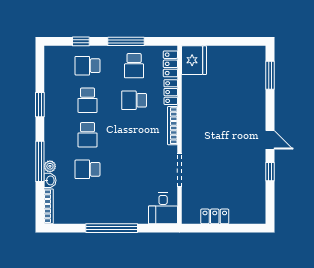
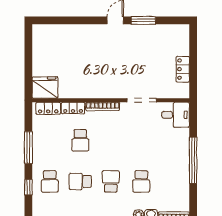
school desk: (134, 66) -> (50, 140), removed
window: (270, 75) -> (58, 20), removed
school desk: (88, 100) -> (80, 181), turned 180
school desk: (88, 135) -> (111, 181), turned -90
window: (270, 172) -> (143, 20), width x1.50

